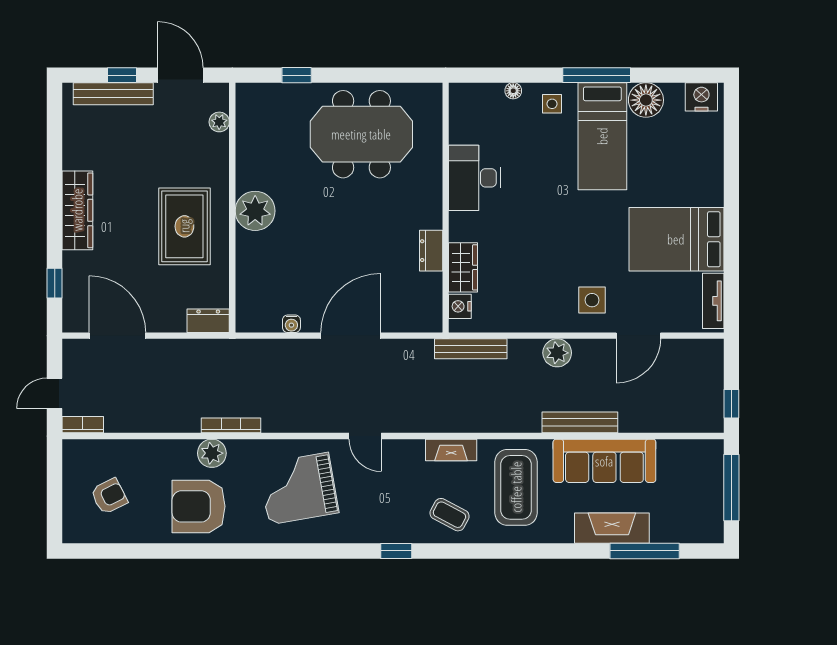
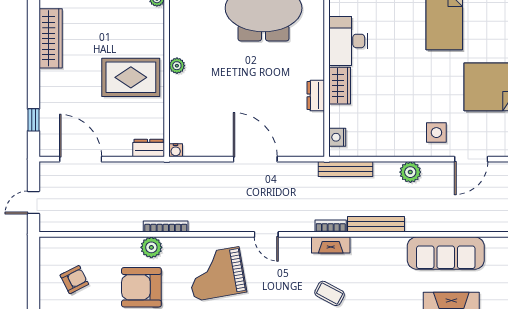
wardrobe: (77, 210) -> (51, 38), moved
plant: (255, 211) -> (177, 66), width x0.53, depth x0.53
rug: (184, 226) -> (131, 77), turned 90
wardrobe: (463, 267) -> (340, 86), moved
water cooler: (291, 324) -> (176, 150), moved
door: (350, 336) -> (255, 159), hinge flipped
bench: (580, 422) -> (376, 224), moved
bookcase: (83, 425) -> (331, 226), moved
coffee table: (516, 487) -> (379, 273), removed

